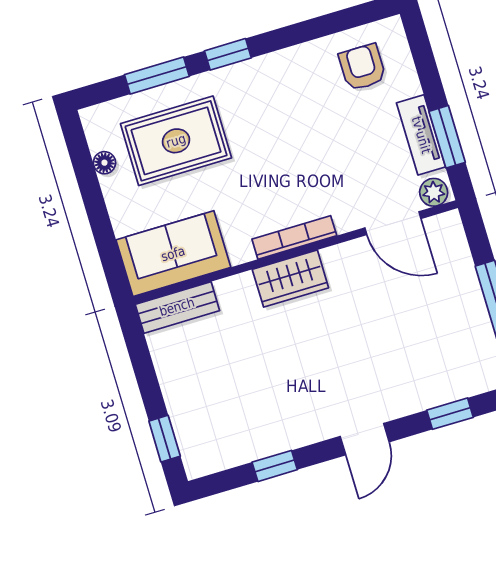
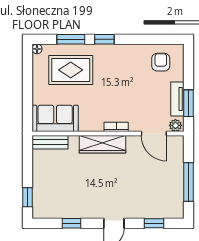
floor lamp: (104, 163) -> (37, 49), moved
bookcase: (294, 237) -> (116, 127), width x0.64
wardrobe: (290, 279) -> (102, 144), width x1.50

